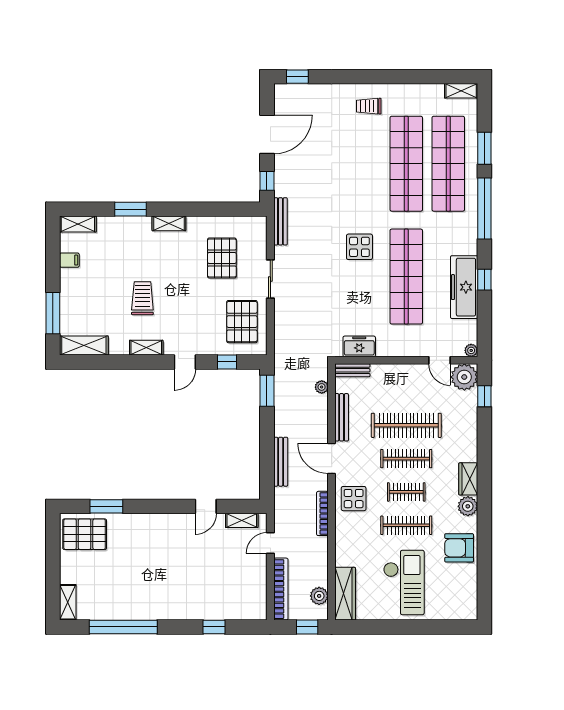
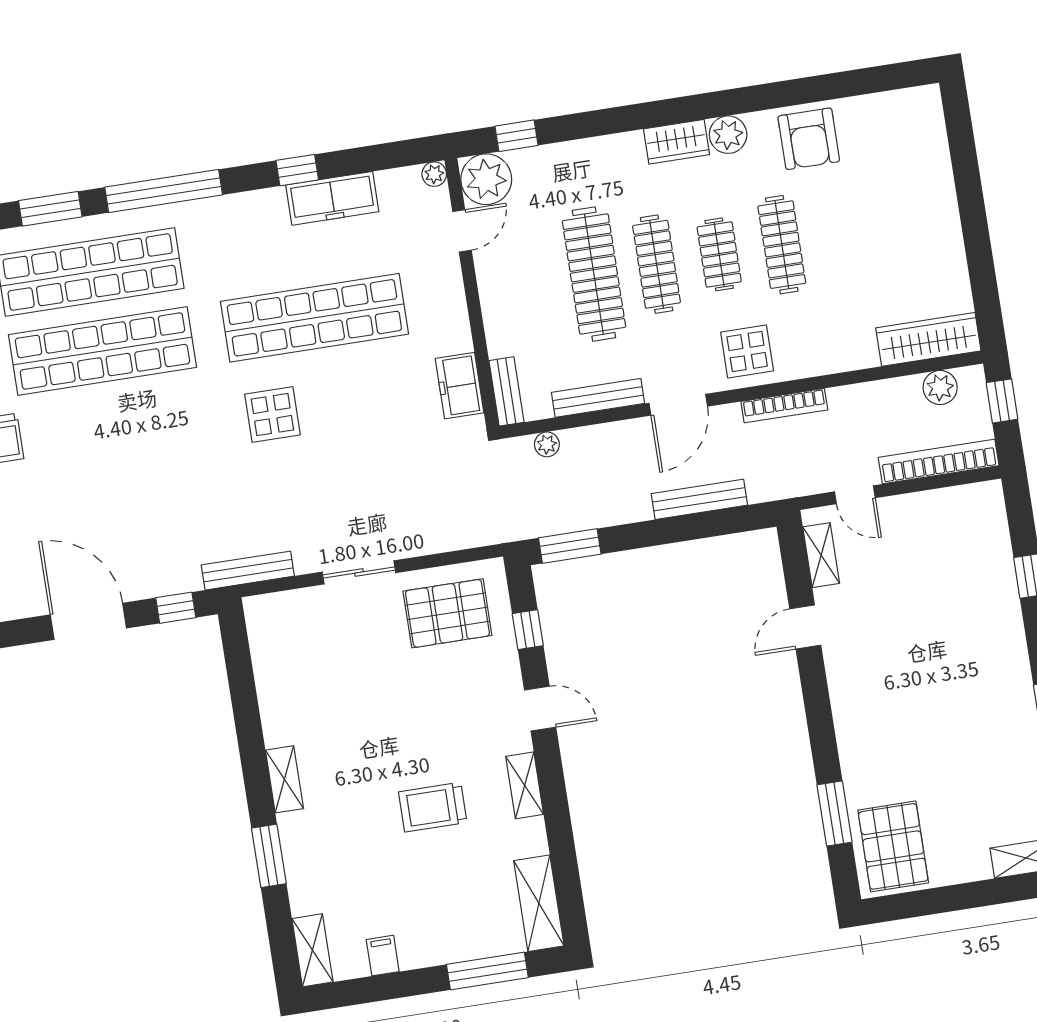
pallet: (222, 258) -> (334, 670), removed
freezer: (464, 287) -> (332, 198), width x0.73, depth x0.79
door: (206, 506) -> (805, 627), swing flipped
checkout: (404, 583) -> (890, 232), removed

